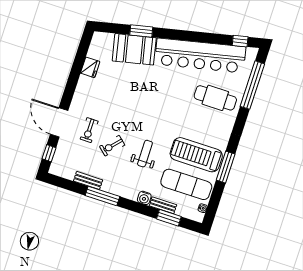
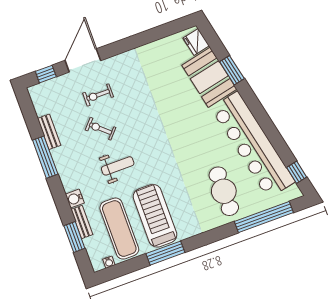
fridge: (90, 67) -> (196, 42), moved, turned 78

